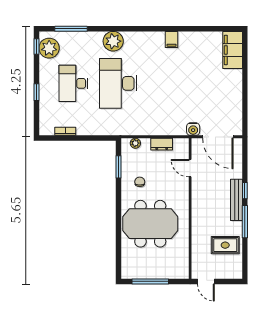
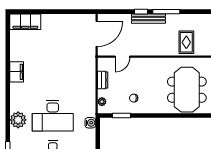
filing cabinet: (172, 39) -> (17, 72), width x2.00
water cooler: (193, 129) -> (90, 123), moved
meeting table: (150, 224) -> (187, 90), moved
rug: (225, 245) -> (186, 42), moved

